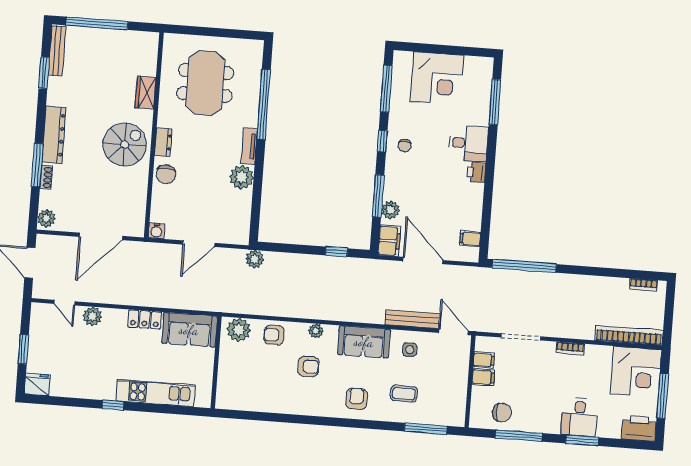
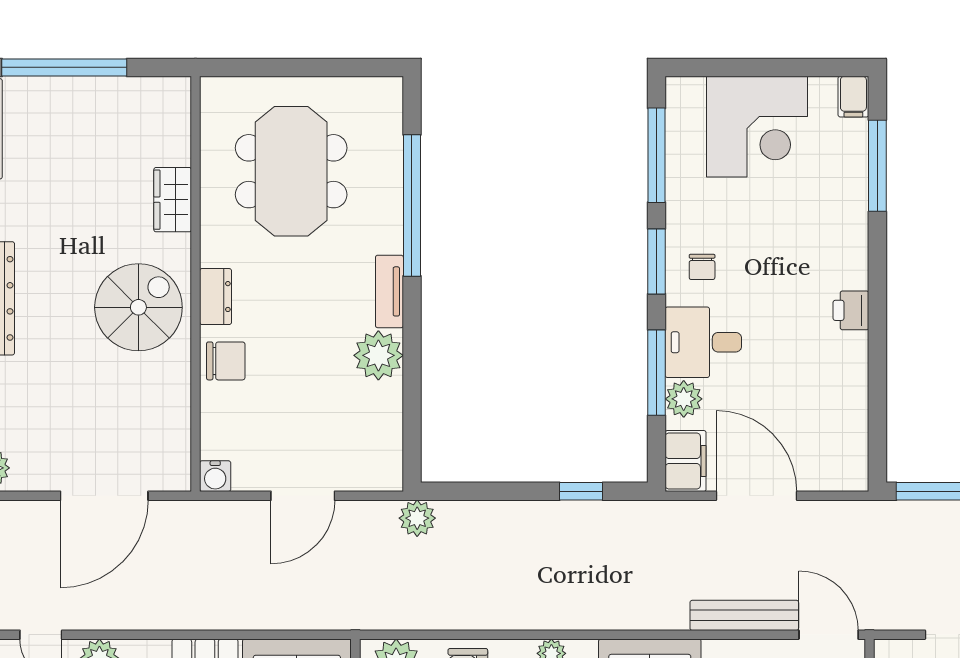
window: (382, 141) -> (656, 261), width x1.50
desk: (469, 143) -> (703, 342), moved, turned 180
chair: (166, 174) -> (226, 361), turned -94
filing cabinet: (470, 239) -> (853, 97), moved, turned -90

